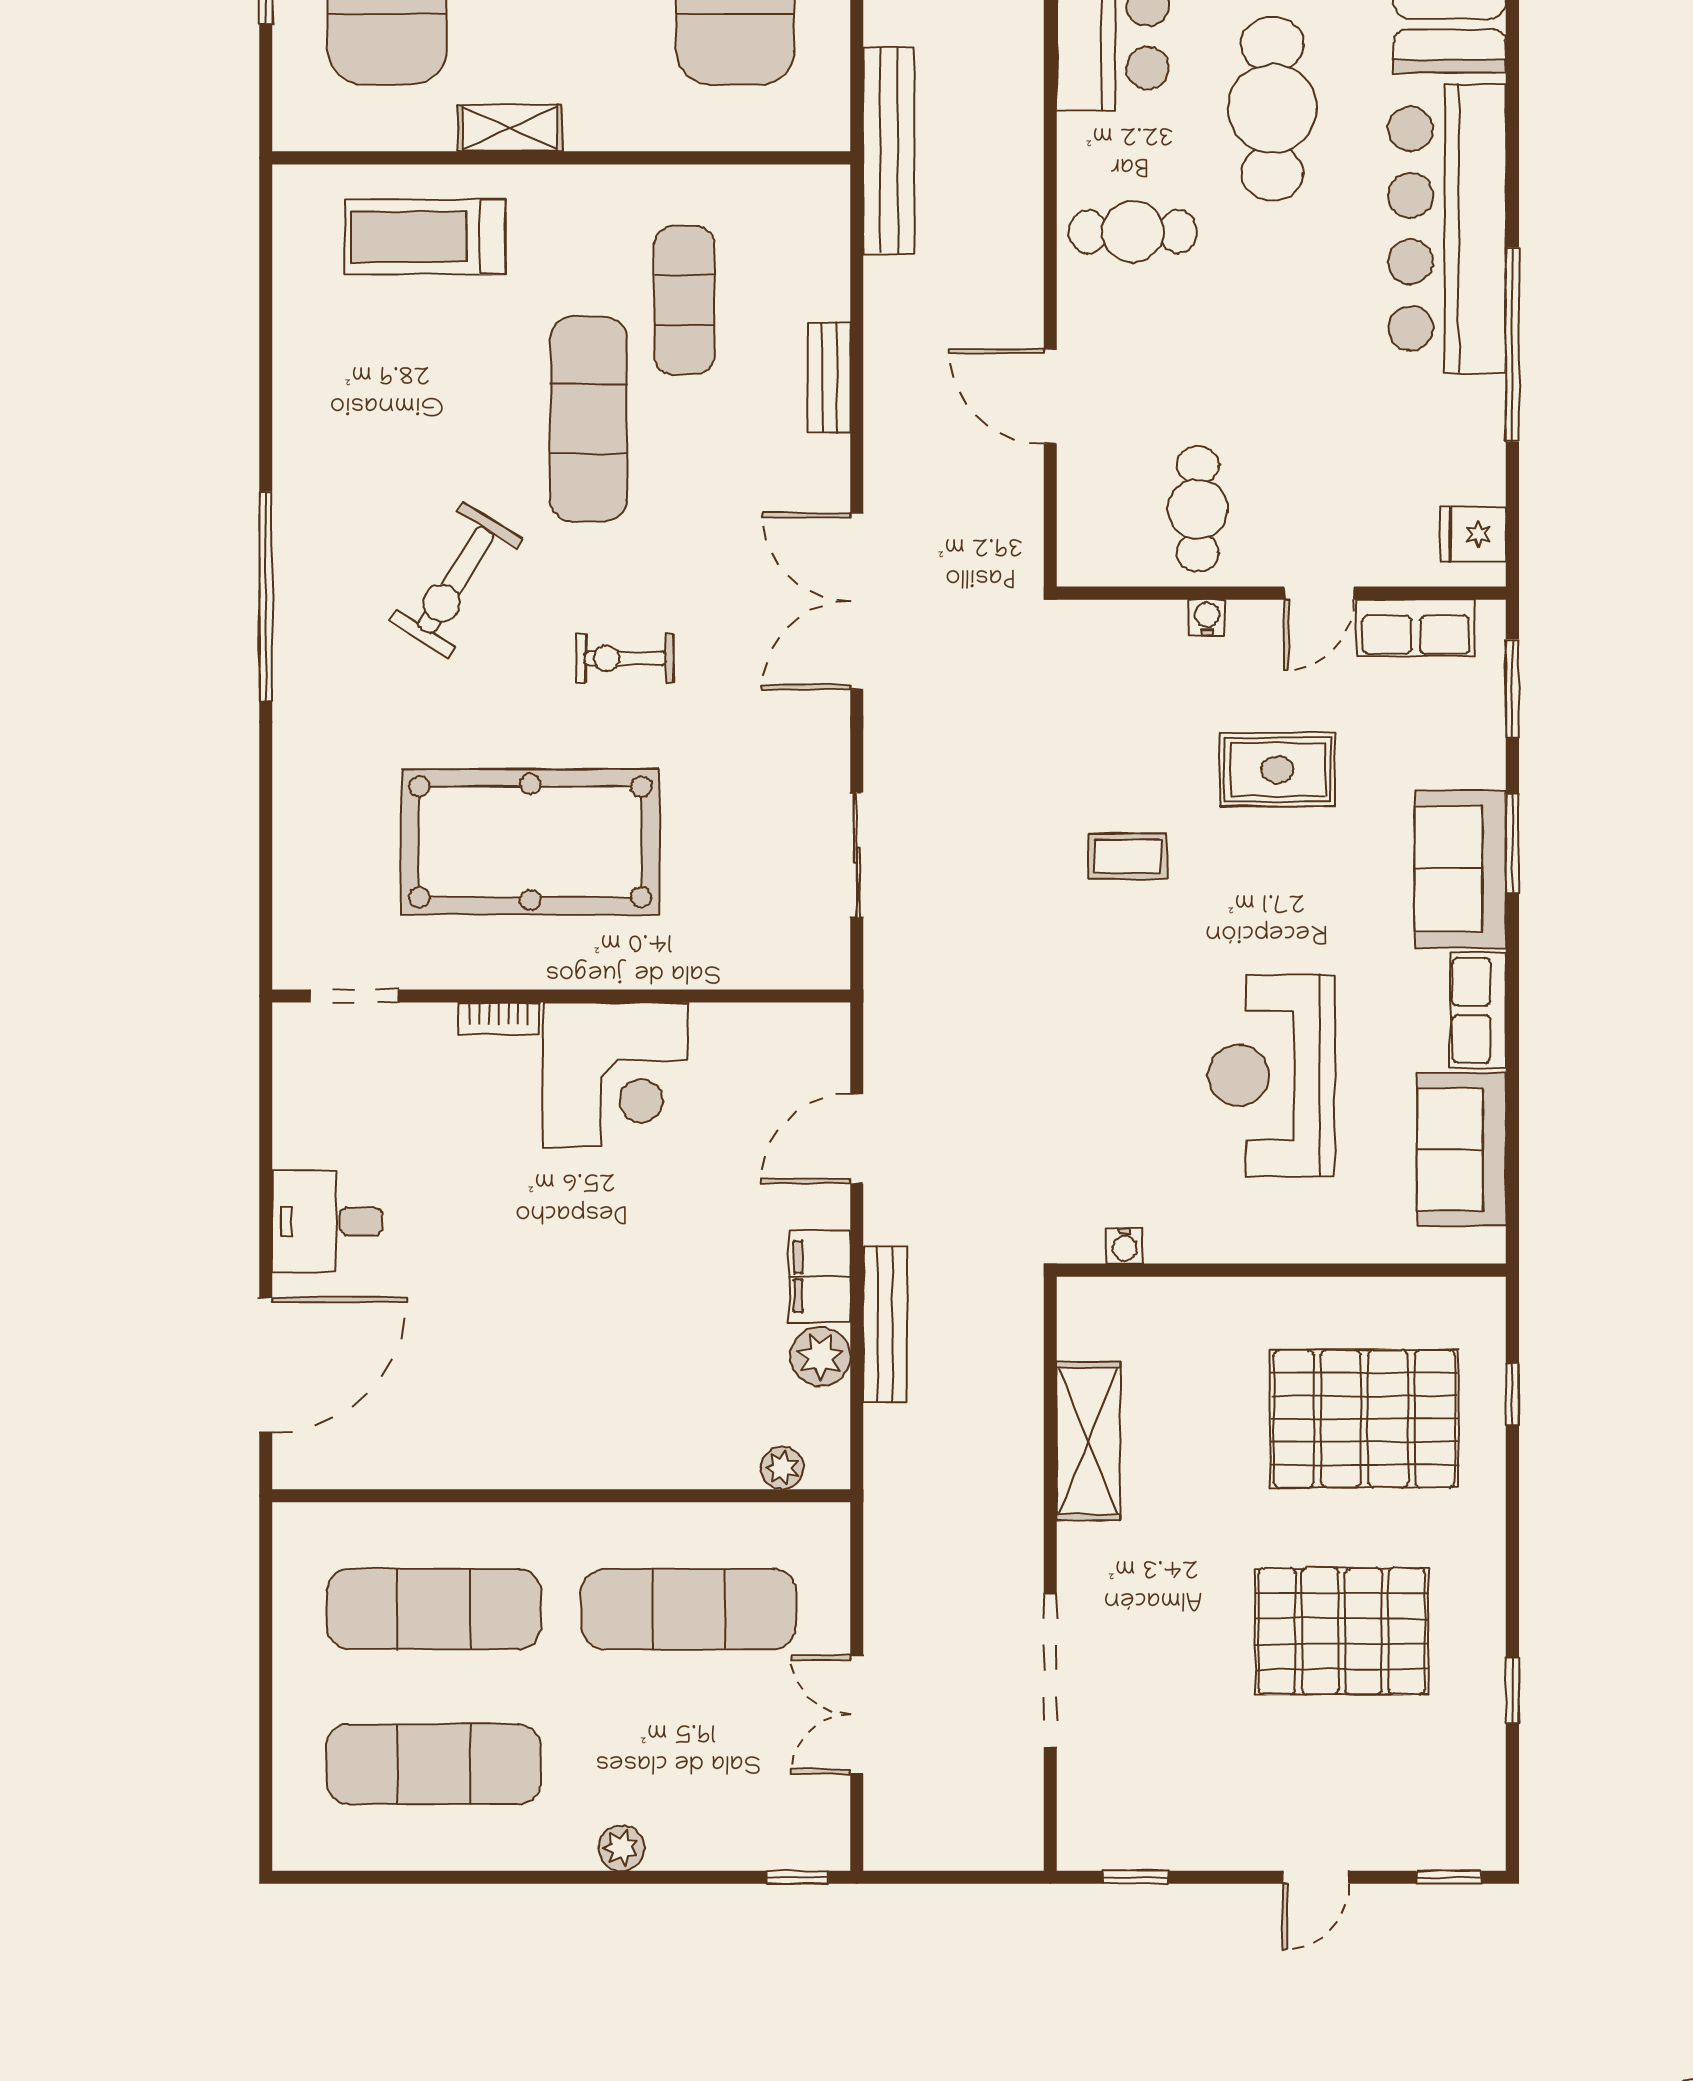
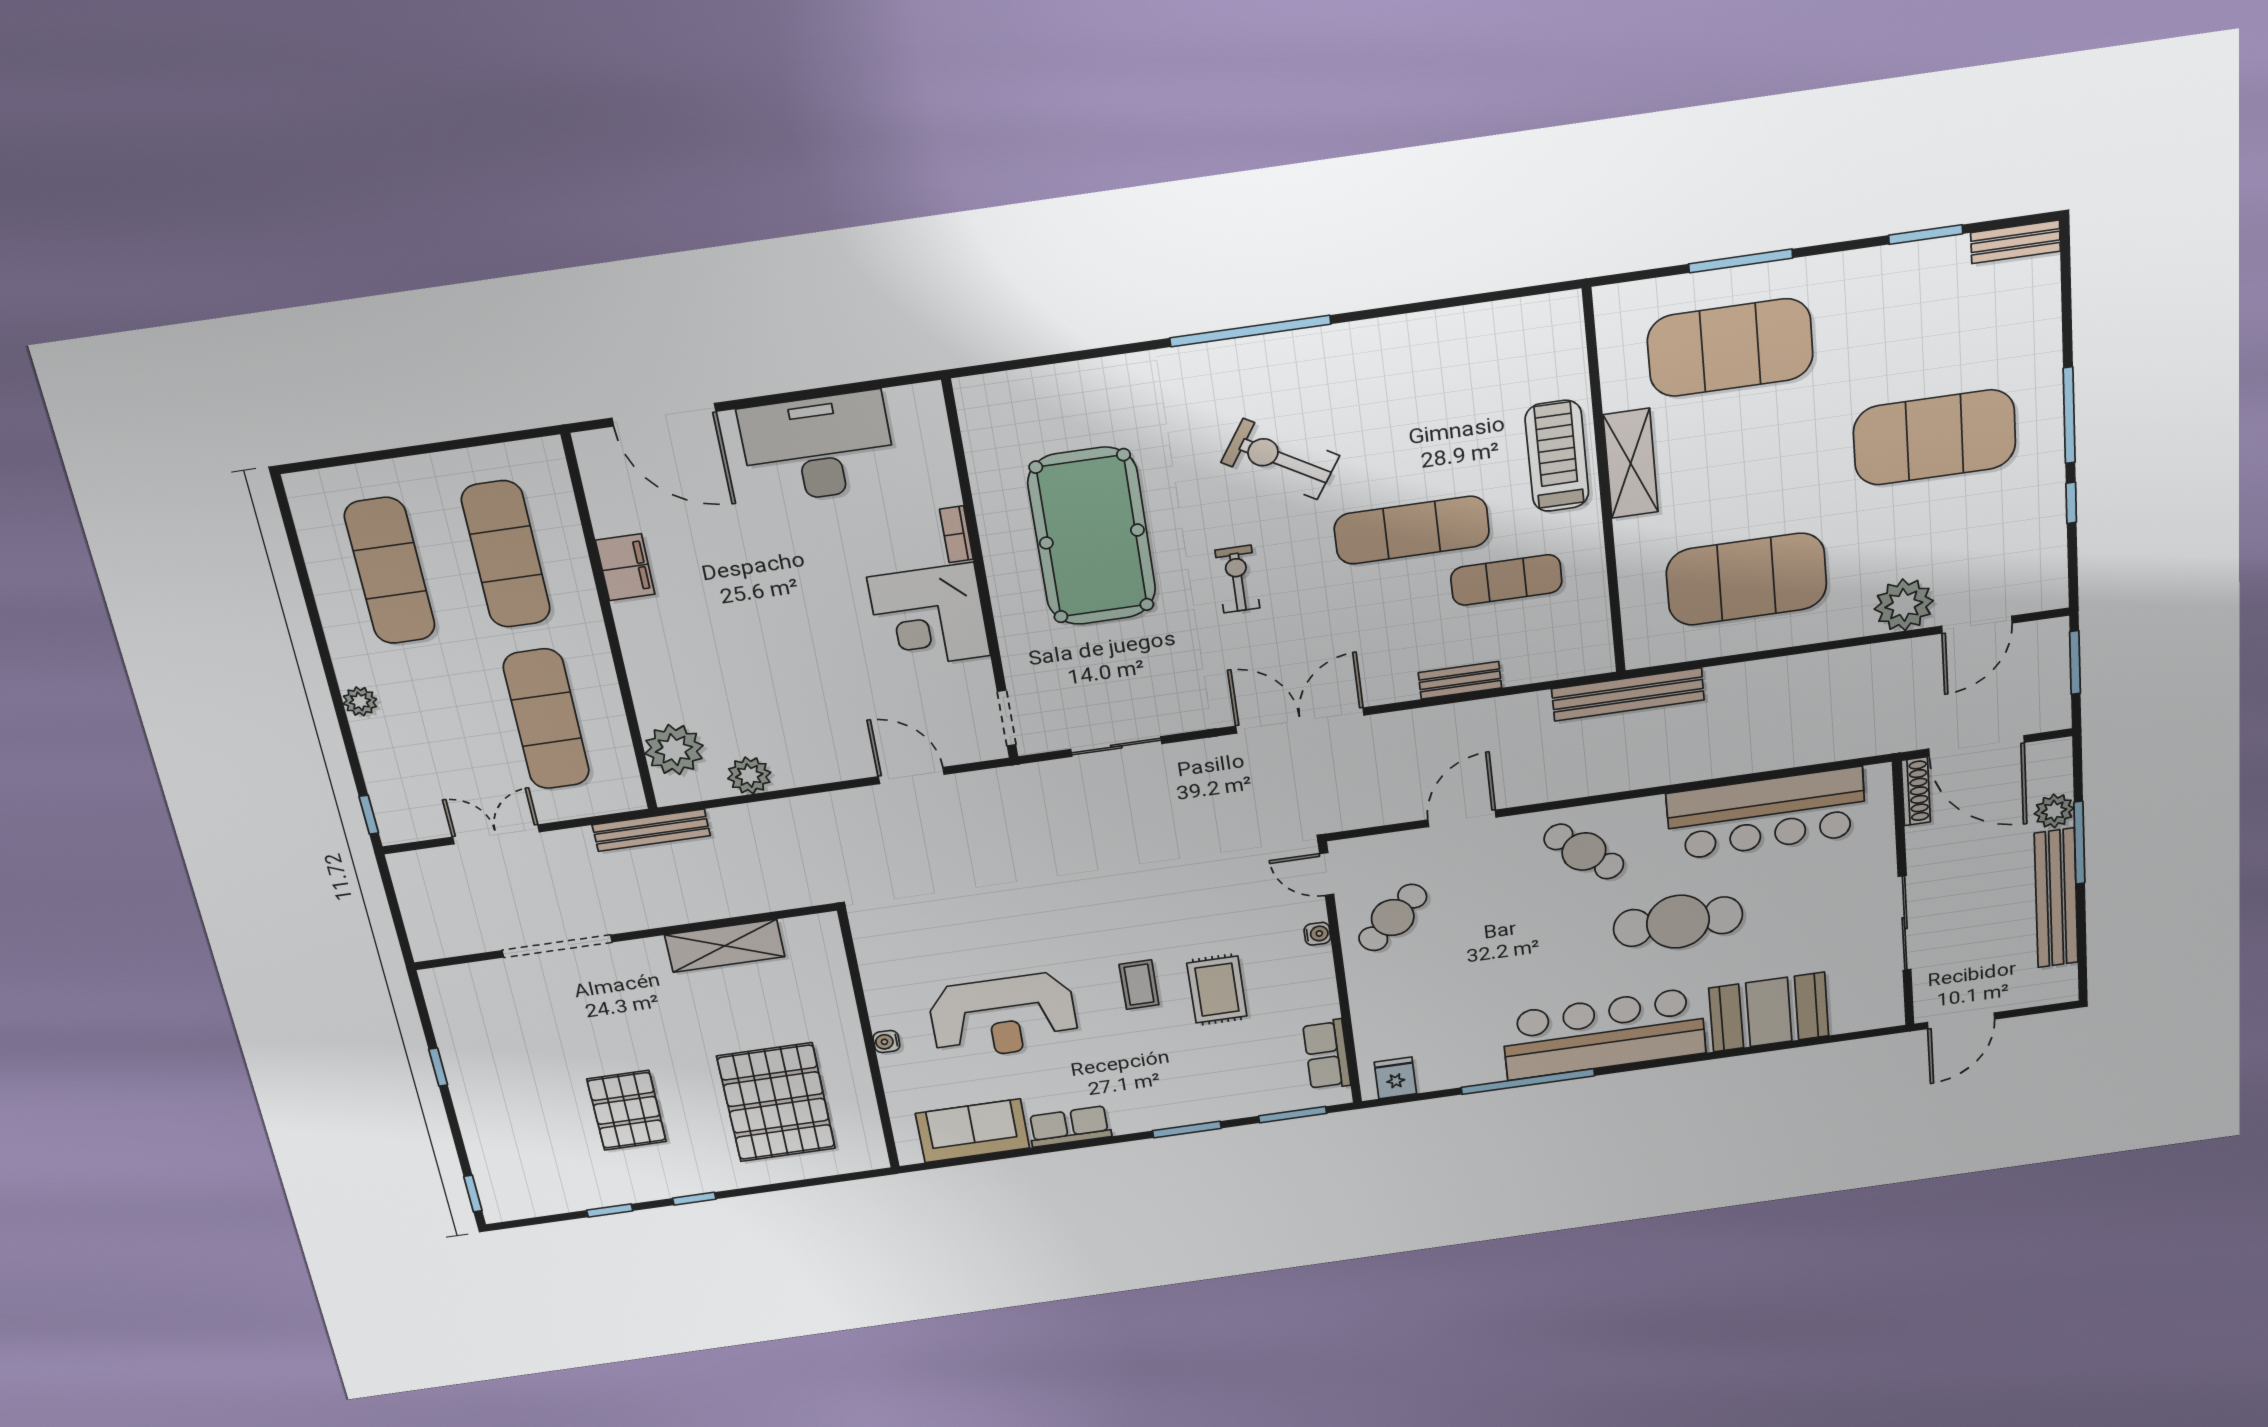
shelving: (510, 128) -> (1631, 463), width x1.50, depth x1.33
cafe table: (1133, 232) -> (1584, 852), turned -48
treadmill: (425, 237) -> (1557, 456), moved
cafe table: (1198, 509) -> (1393, 918), turned -45
door: (1319, 593) -> (1327, 874), moved
coffee table: (1128, 856) -> (1139, 985), moved
sofa: (1460, 869) -> (1165, 1103), removed
doorway: (354, 996) -> (1007, 718), moved
reception desk: (1271, 1075) -> (1003, 1016), turned 180
desk: (327, 1221) -> (818, 448), width x1.87, depth x1.30
water cooler: (1125, 1246) -> (886, 1042), moved
filing cabinet: (820, 1276) -> (625, 567), moved, turned 90
bench: (885, 1324) -> (651, 830), moved
window: (1512, 1394) -> (694, 1199), moved
plant: (782, 1468) -> (674, 750), width x1.88, depth x1.88
pallet: (1342, 1631) -> (627, 1110), width x0.73, depth x0.71
window: (1136, 1877) -> (438, 1067), moved
door: (1316, 1877) -> (453, 1120), removed

